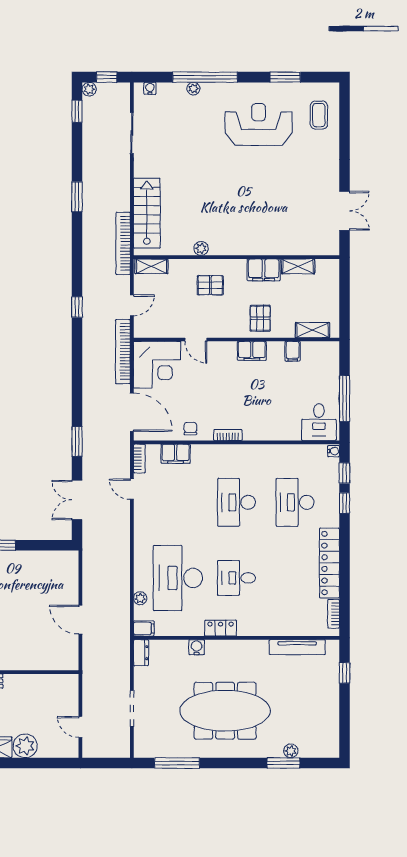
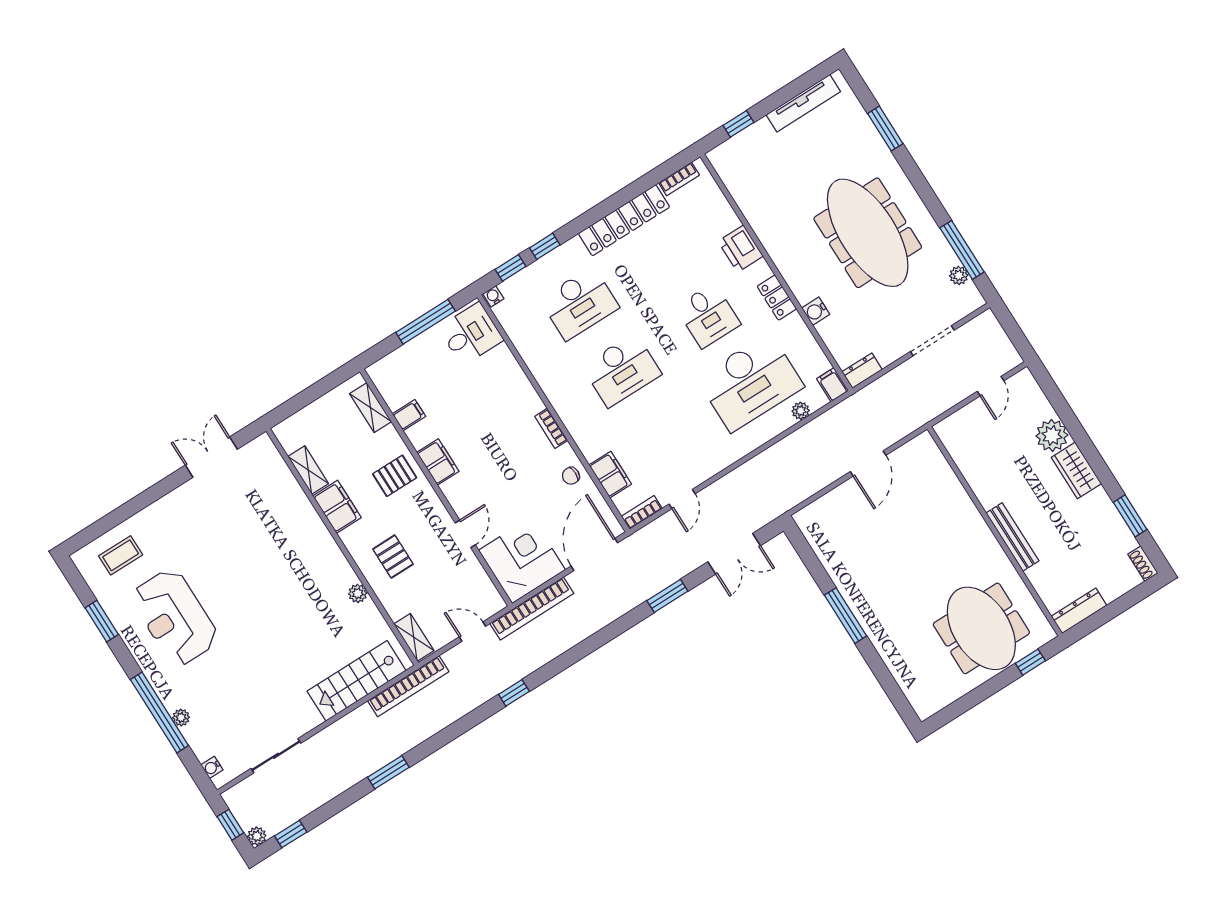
printer: (265, 625) -> (741, 249), added
tv unit: (297, 647) -> (803, 103), moved, turned 90
plant: (291, 751) -> (959, 275), moved

